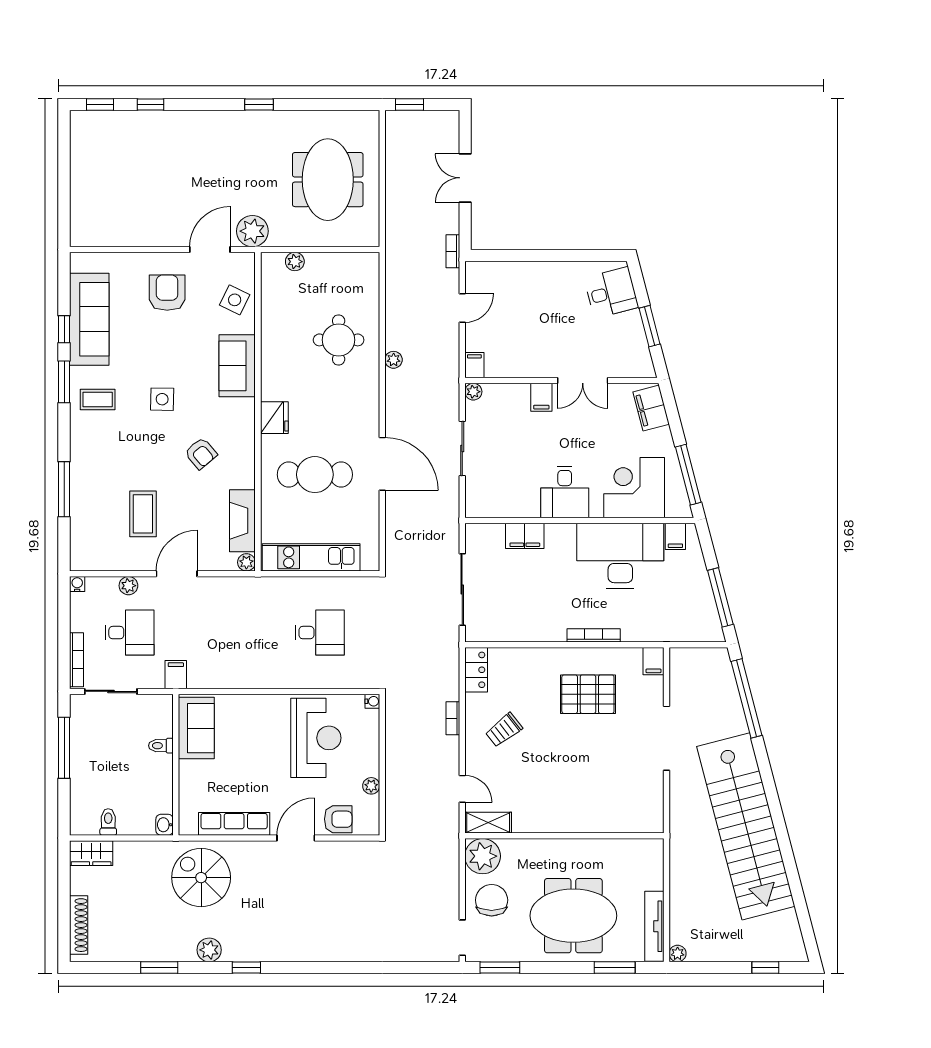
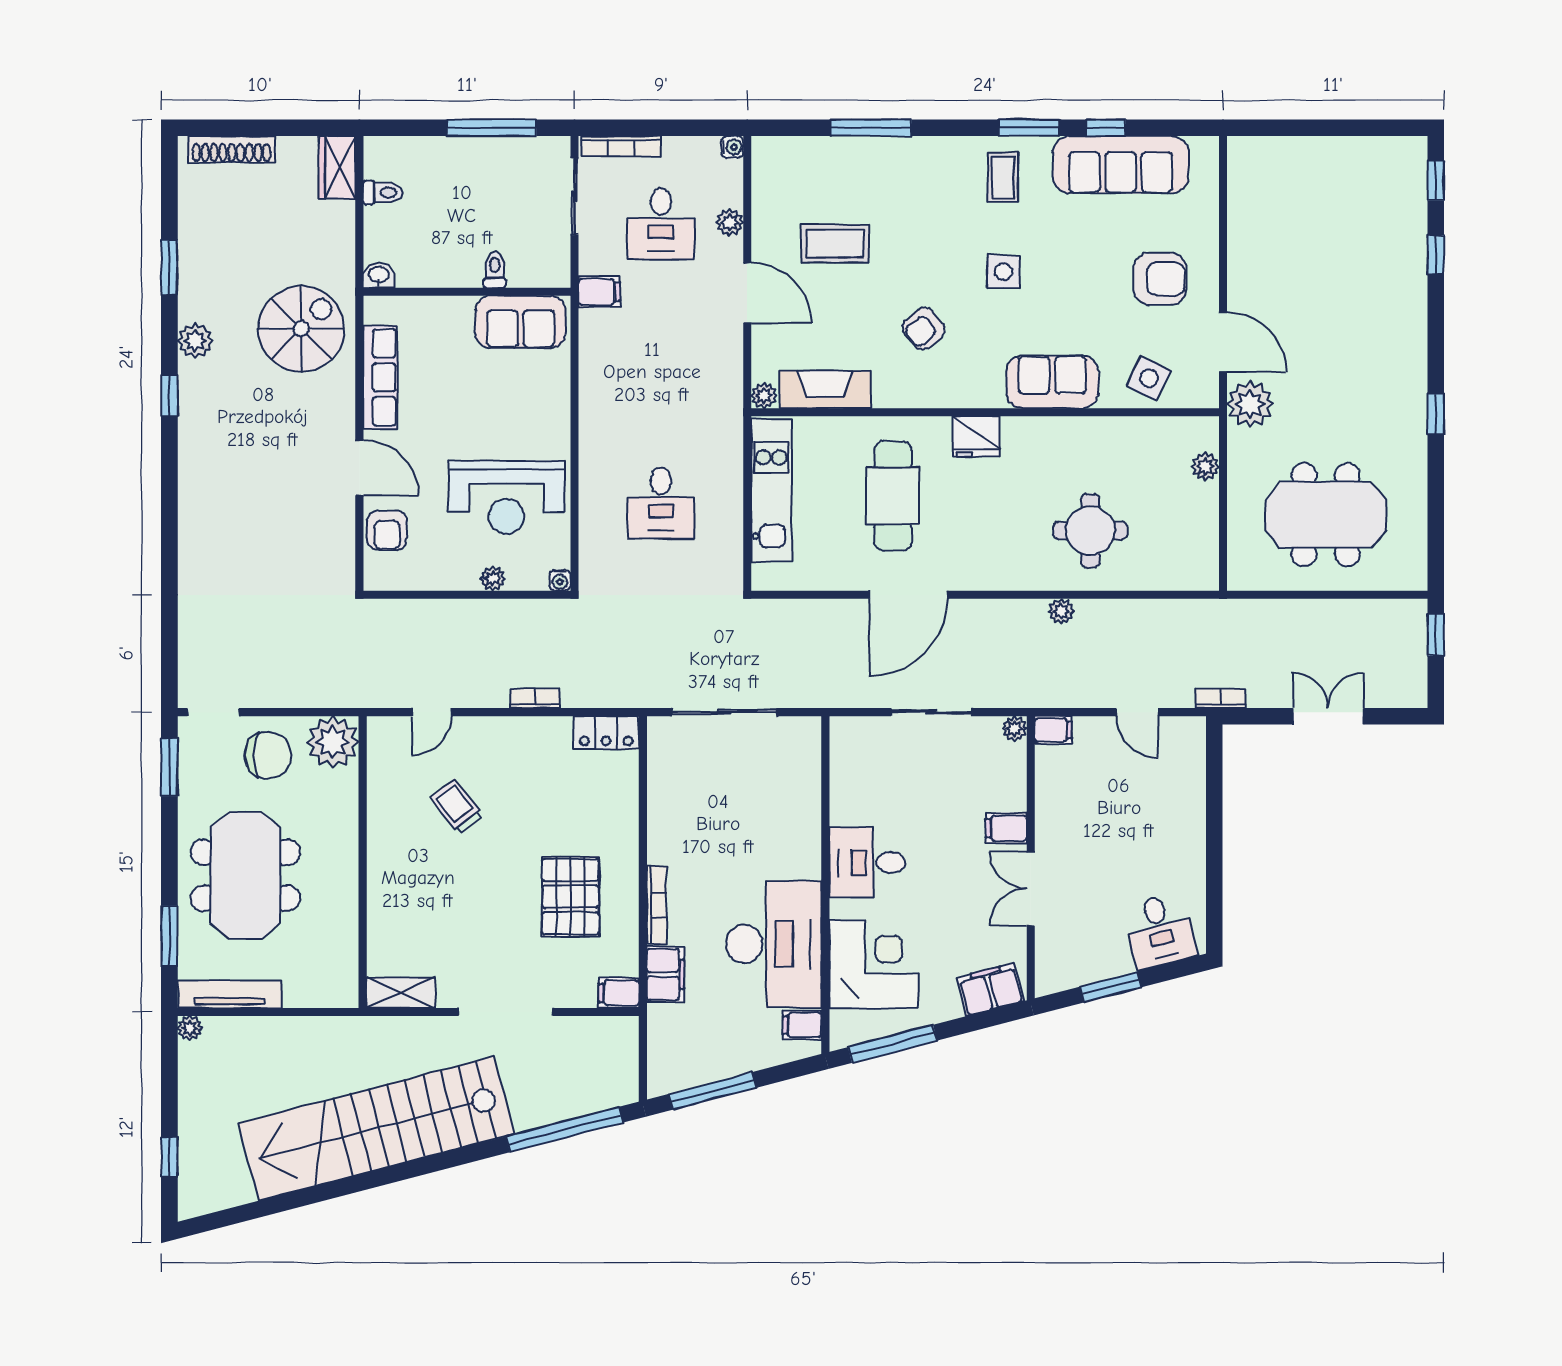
filing cabinet: (525, 536) -> (665, 974), moved, turned 180
trolley: (504, 730) -> (457, 806), moved
plant: (371, 786) -> (493, 579), moved
shelving: (488, 823) -> (401, 993), moved, turned 90

